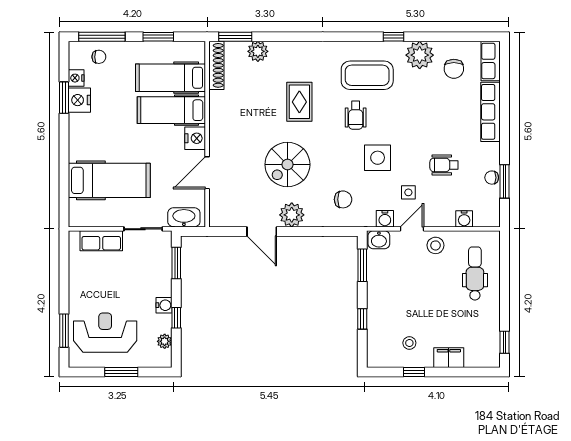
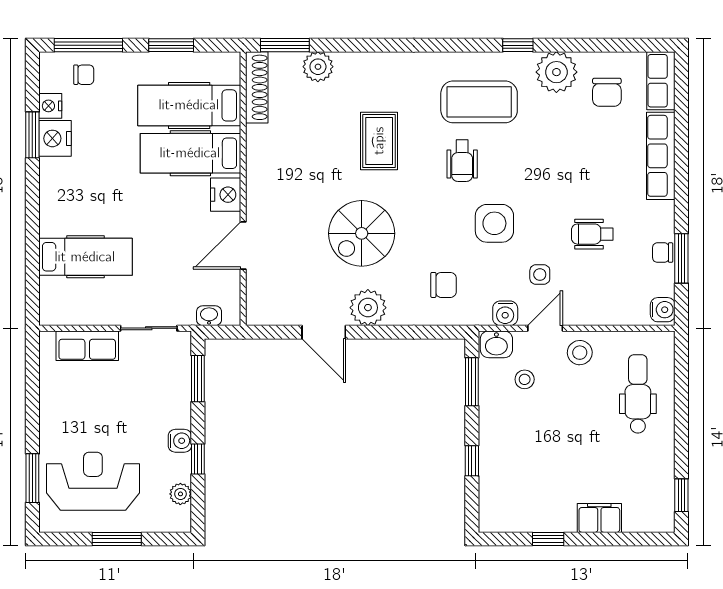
hospital bed: (109, 180) -> (85, 257), width x0.73, depth x0.78
washbasin: (184, 217) -> (209, 316), width x0.52, depth x0.69
water cooler: (464, 219) -> (663, 310), moved, turned -90
stool: (409, 343) -> (525, 379), moved

